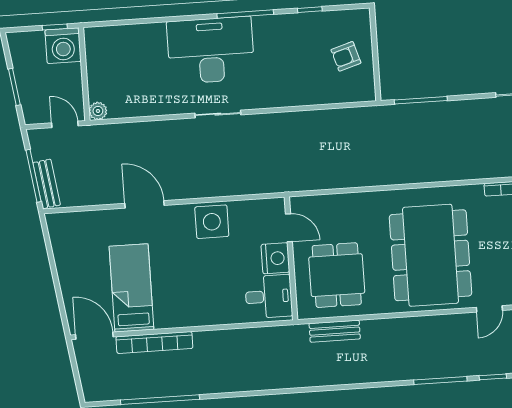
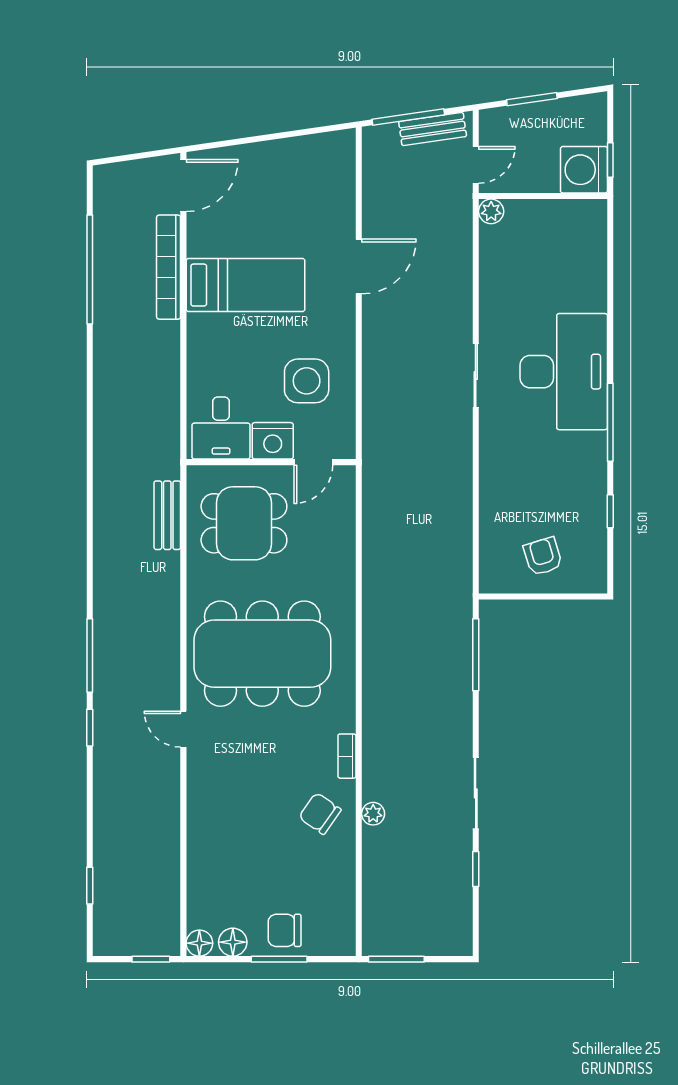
bench: (47, 184) -> (433, 129), moved
side table: (212, 222) -> (307, 381), moved
bed: (131, 288) -> (245, 285), moved

